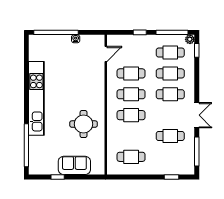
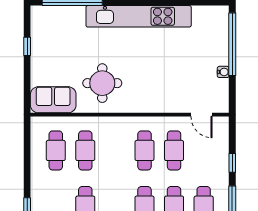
cafe table: (131, 115) -> (85, 150), moved
sofa: (74, 165) -> (53, 100), moved, turned -90

